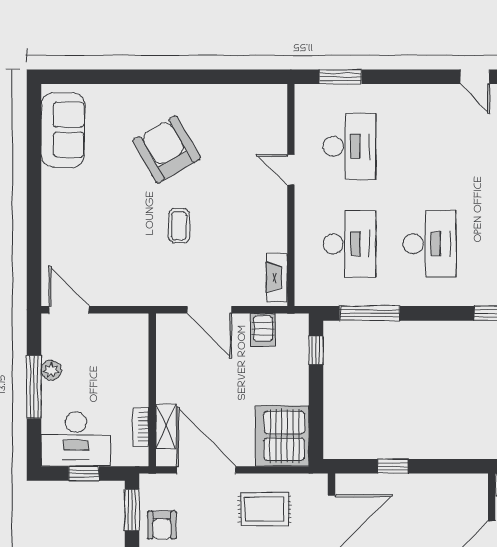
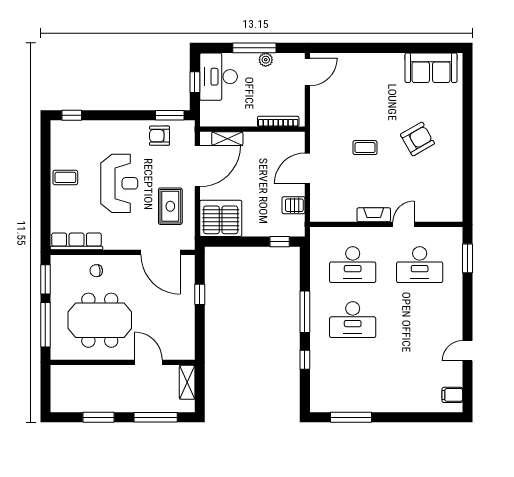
armchair: (167, 149) -> (417, 139), width x0.73, depth x0.73
fireplace: (277, 278) -> (374, 215), moved
window: (370, 313) -> (305, 312), moved
bookcase: (141, 427) -> (278, 121), moved, width x1.56

